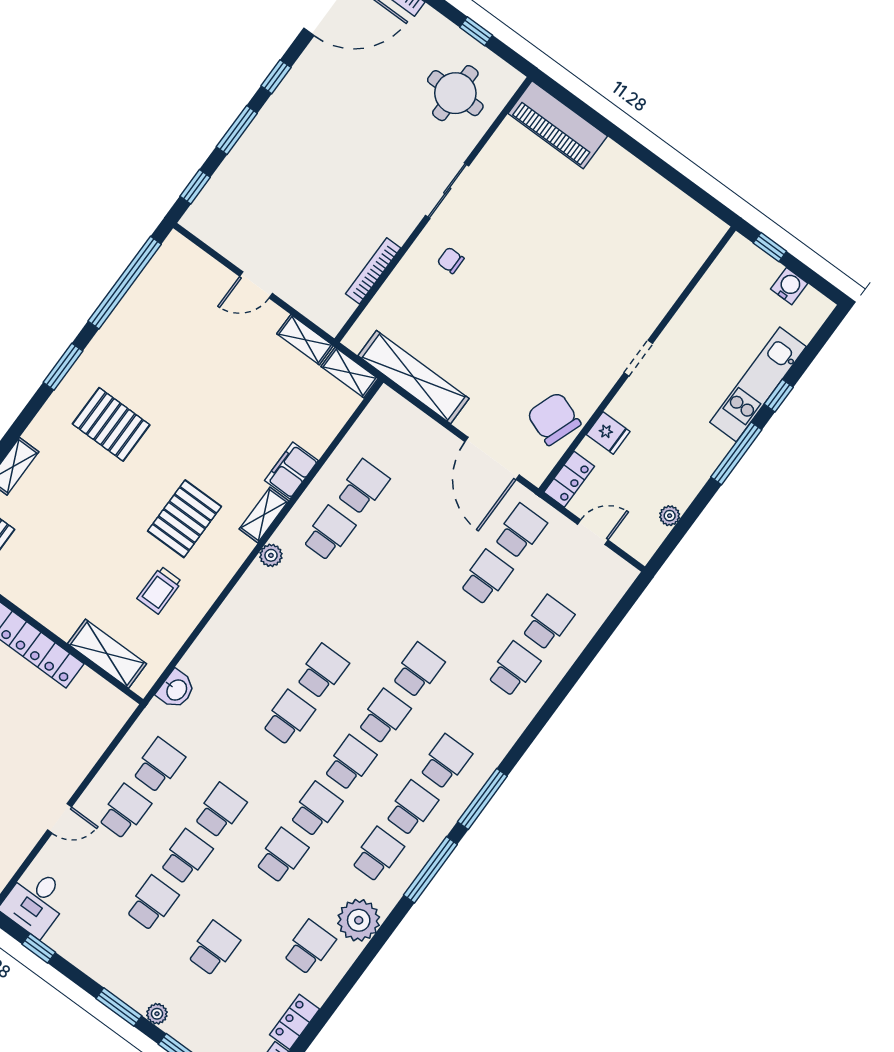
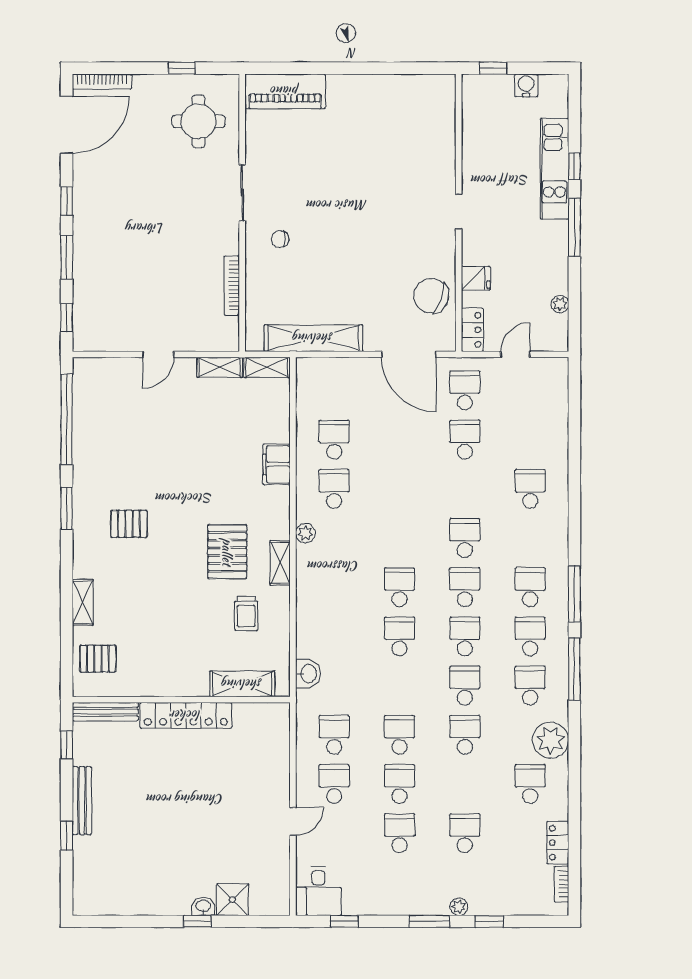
pallet: (111, 424) -> (129, 524), width x0.67, depth x0.71
shelving: (264, 515) -> (280, 563), moved
school desk: (548, 623) -> (530, 440), removed

